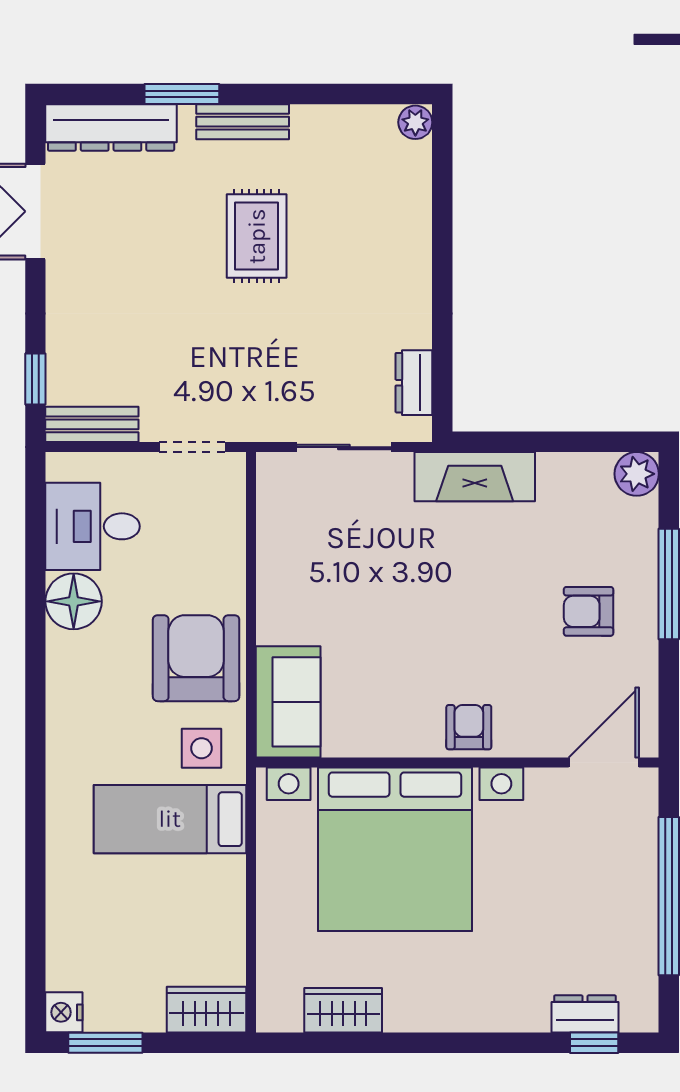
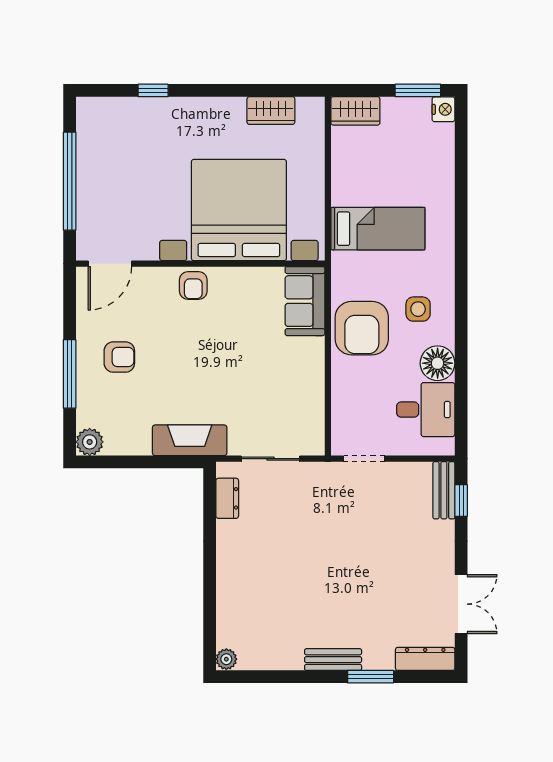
dresser: (111, 127) -> (425, 659), width x0.73, depth x0.80
rug: (257, 236) -> (324, 589), removed
bench: (92, 424) -> (444, 490), moved, turned 90
side table: (202, 748) -> (418, 309), moved
dresser: (585, 1014) -> (122, 108), removed
window: (594, 1043) -> (153, 90), moved

